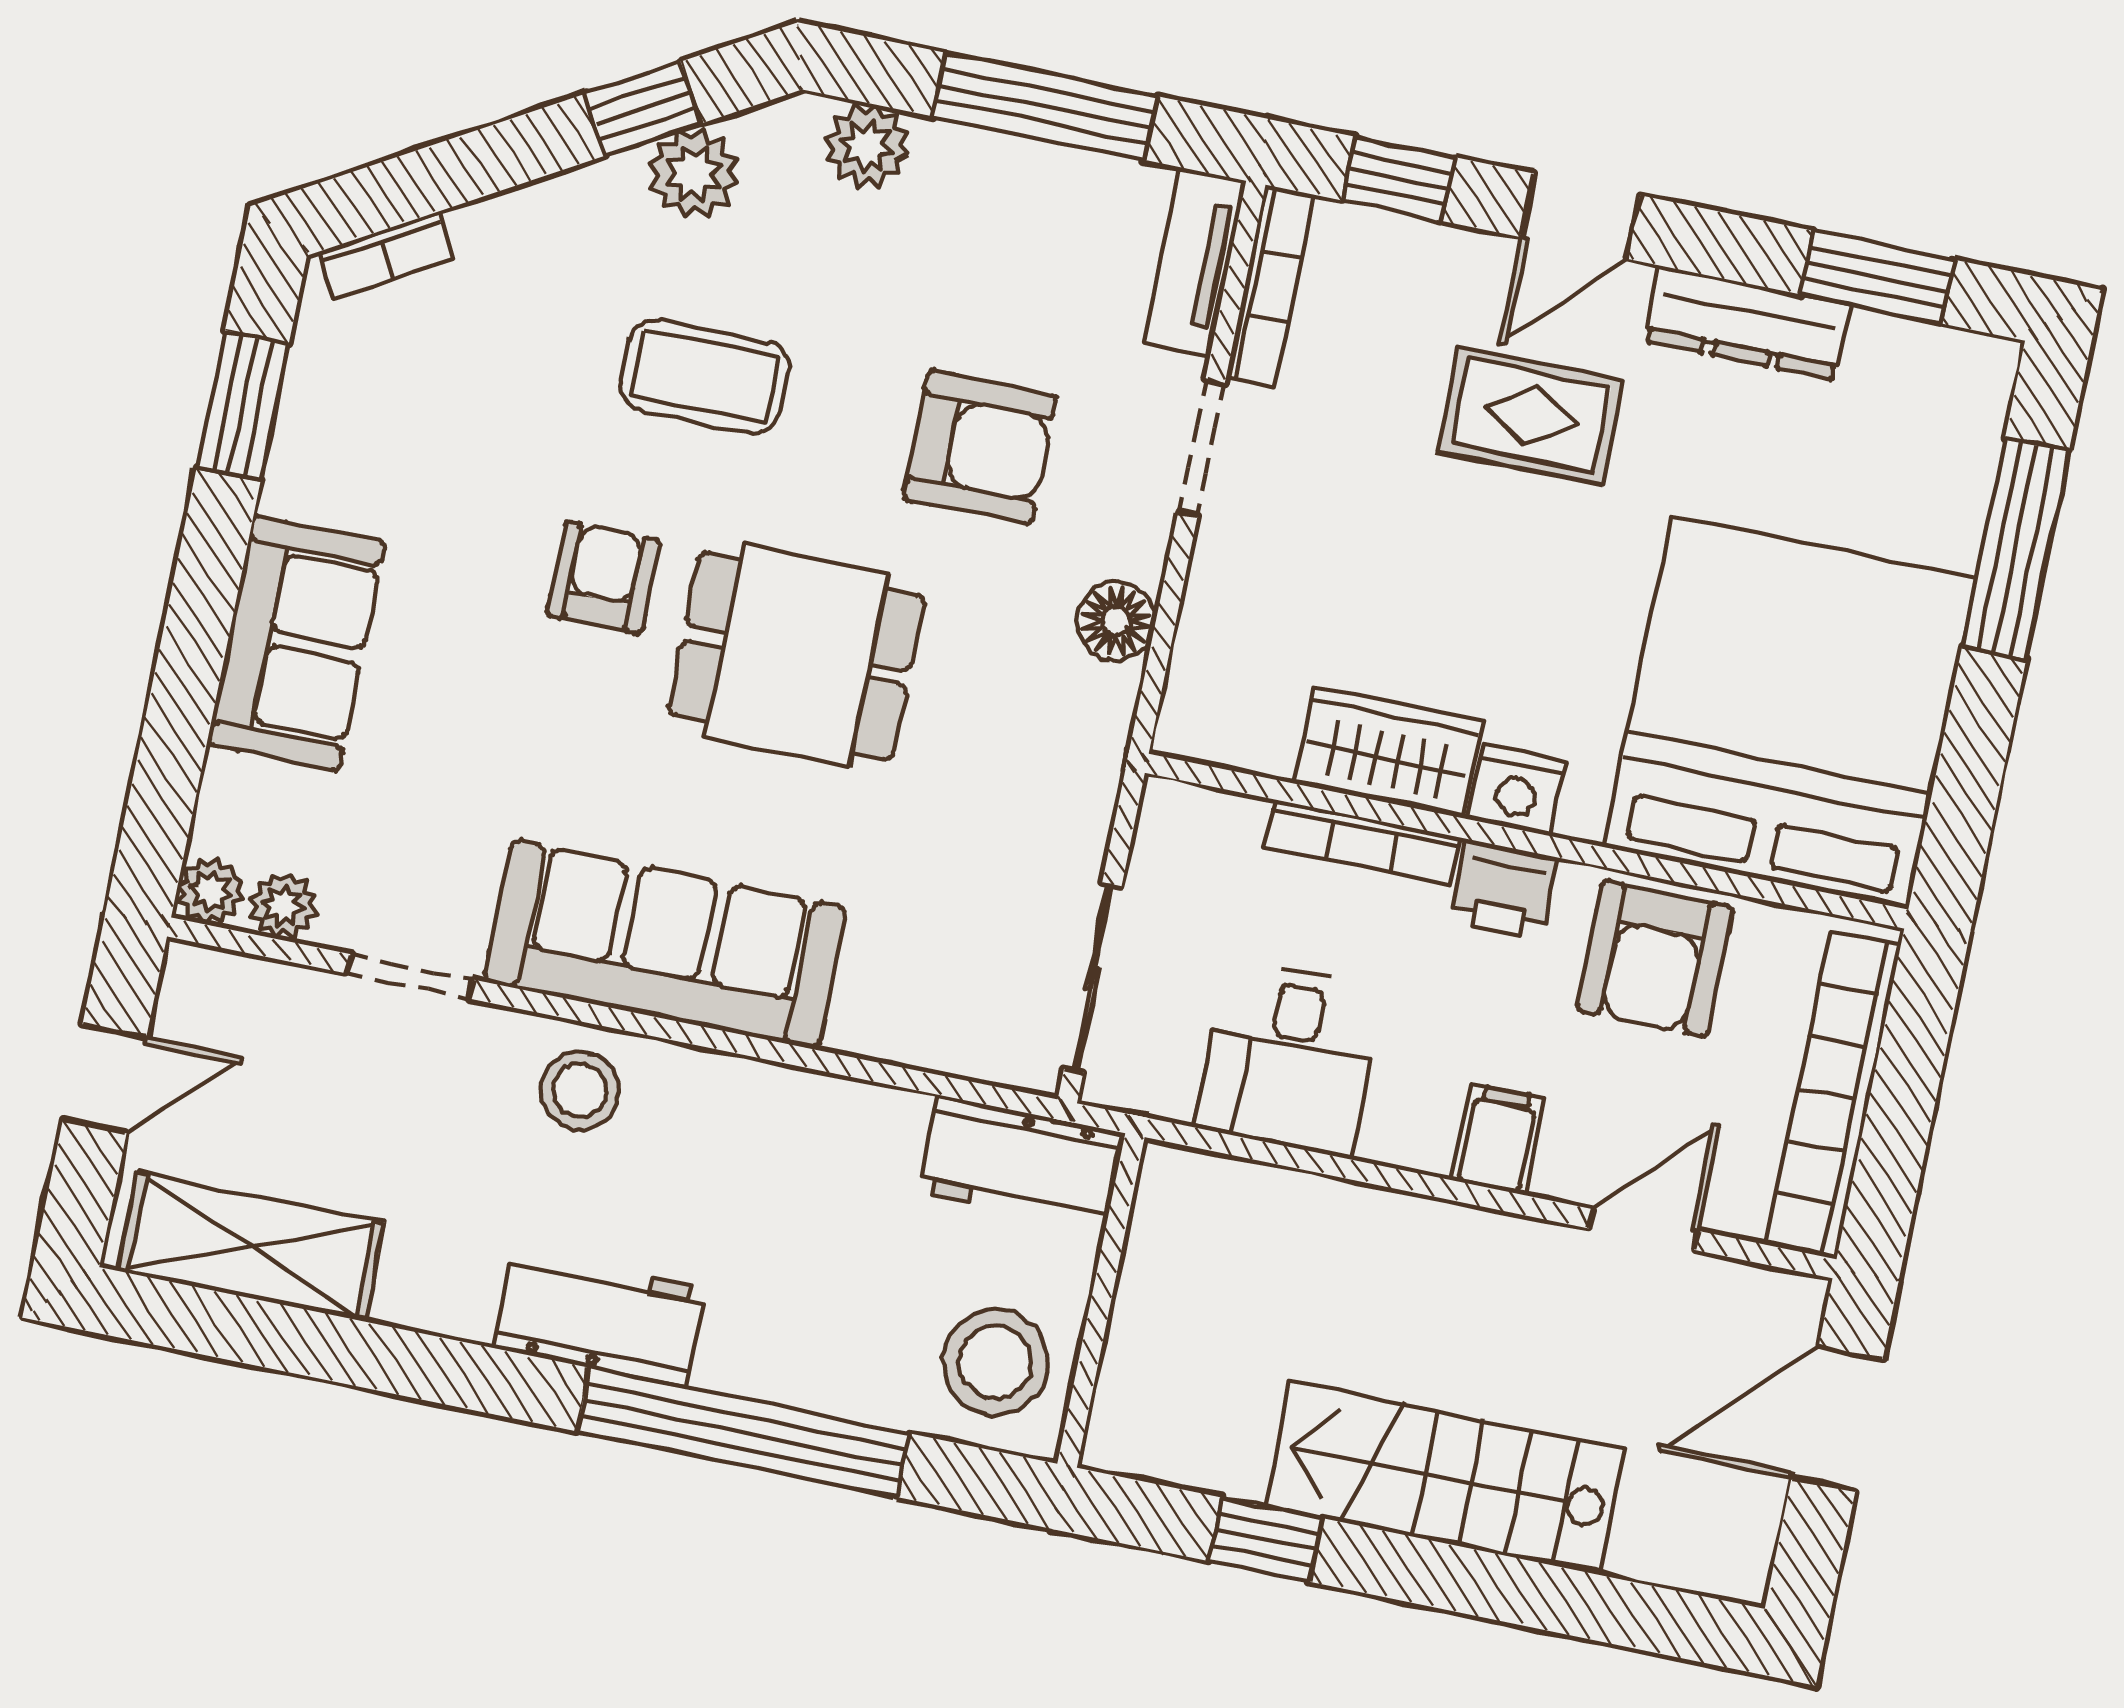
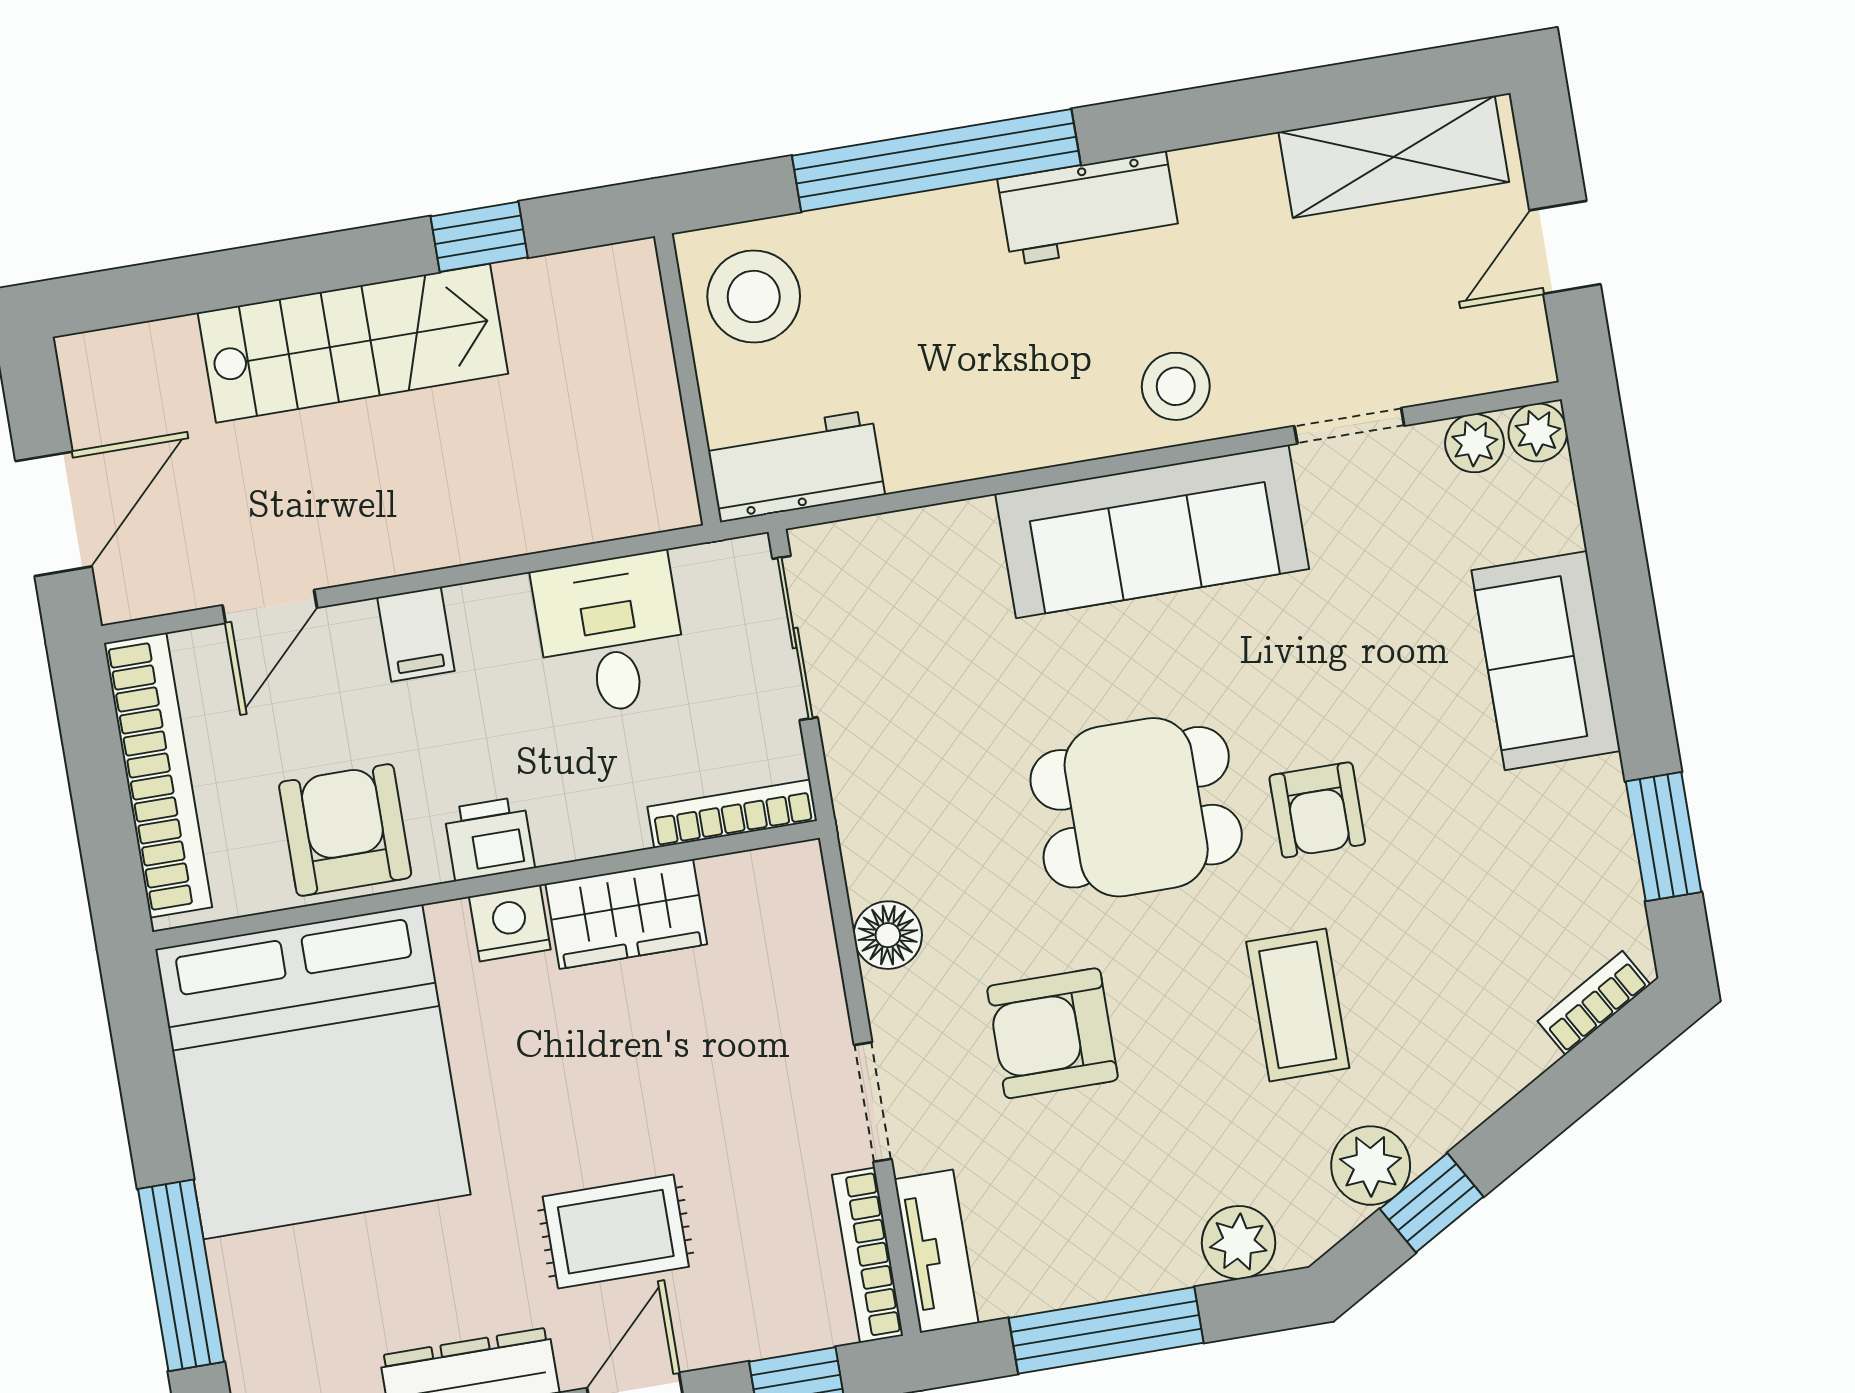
coffee table: (705, 376) -> (1298, 1005), turned 90
bookcase: (1363, 842) -> (732, 814), moved

